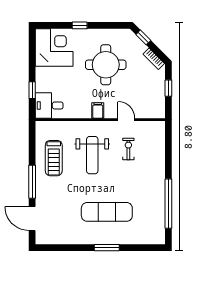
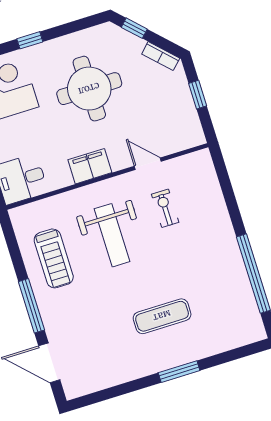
filing cabinet: (98, 110) -> (90, 166), width x2.00
exercise mat: (107, 212) -> (162, 316), width x0.73, depth x0.69

